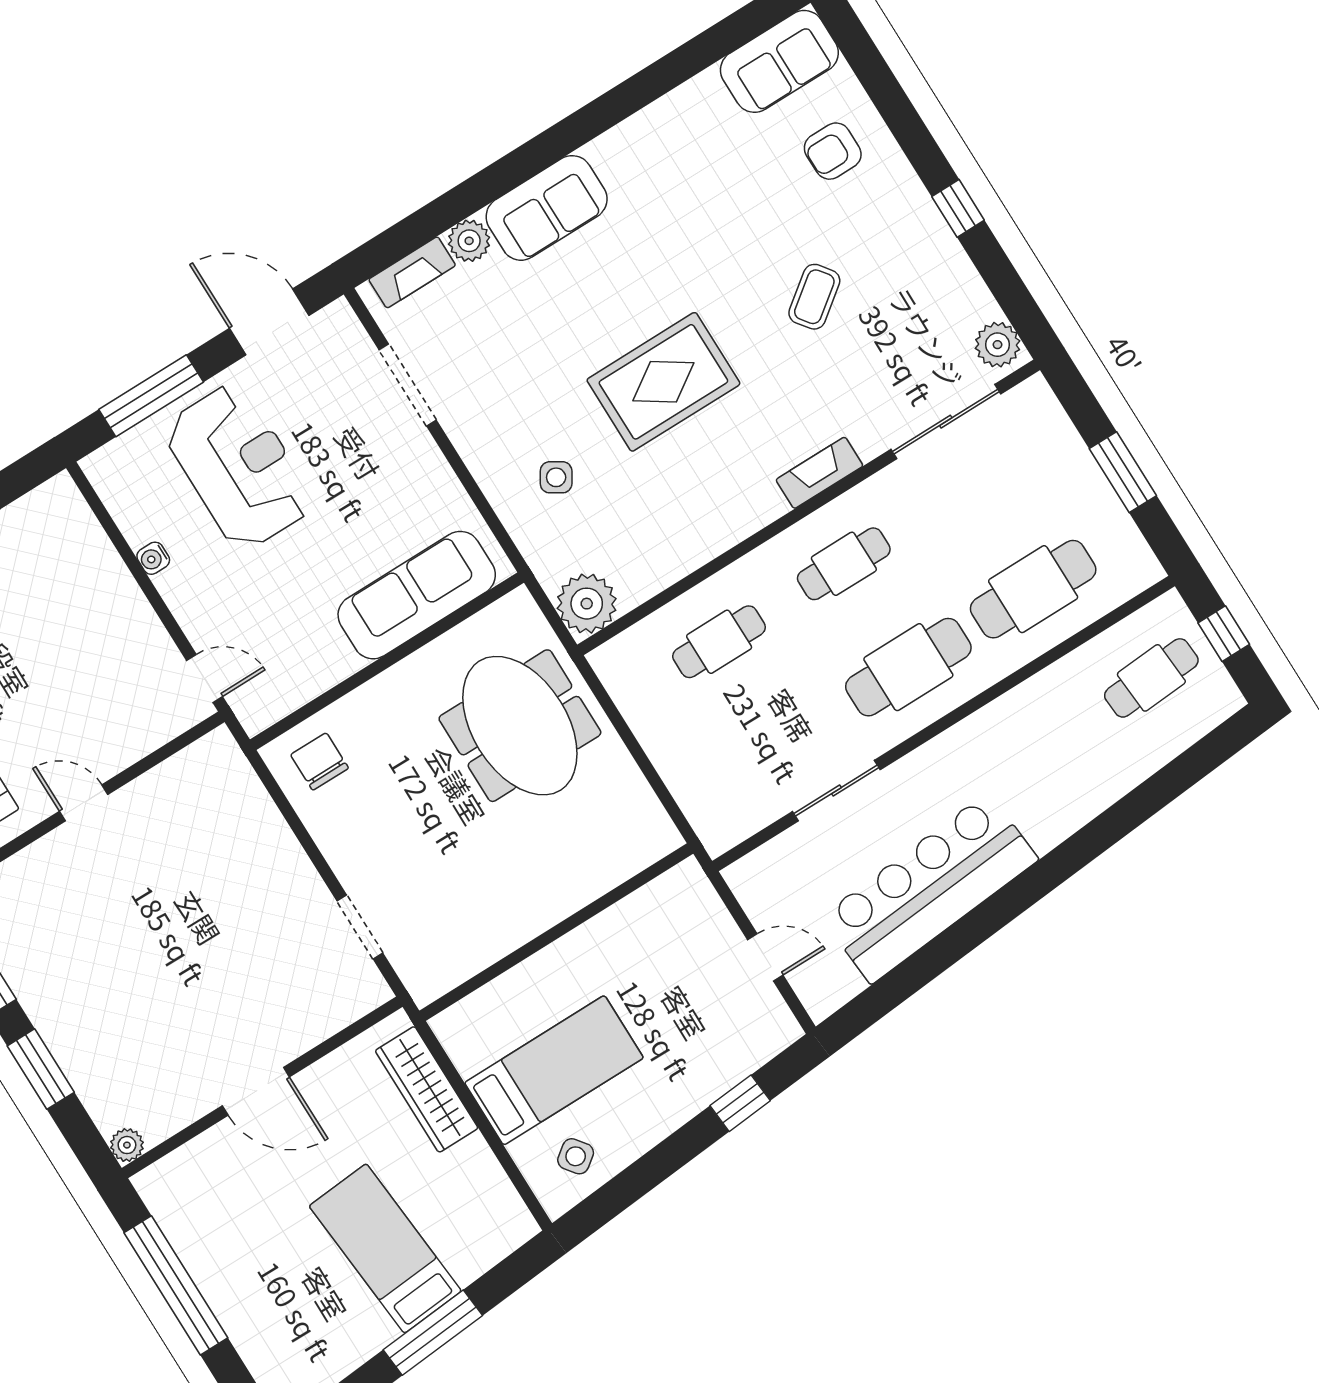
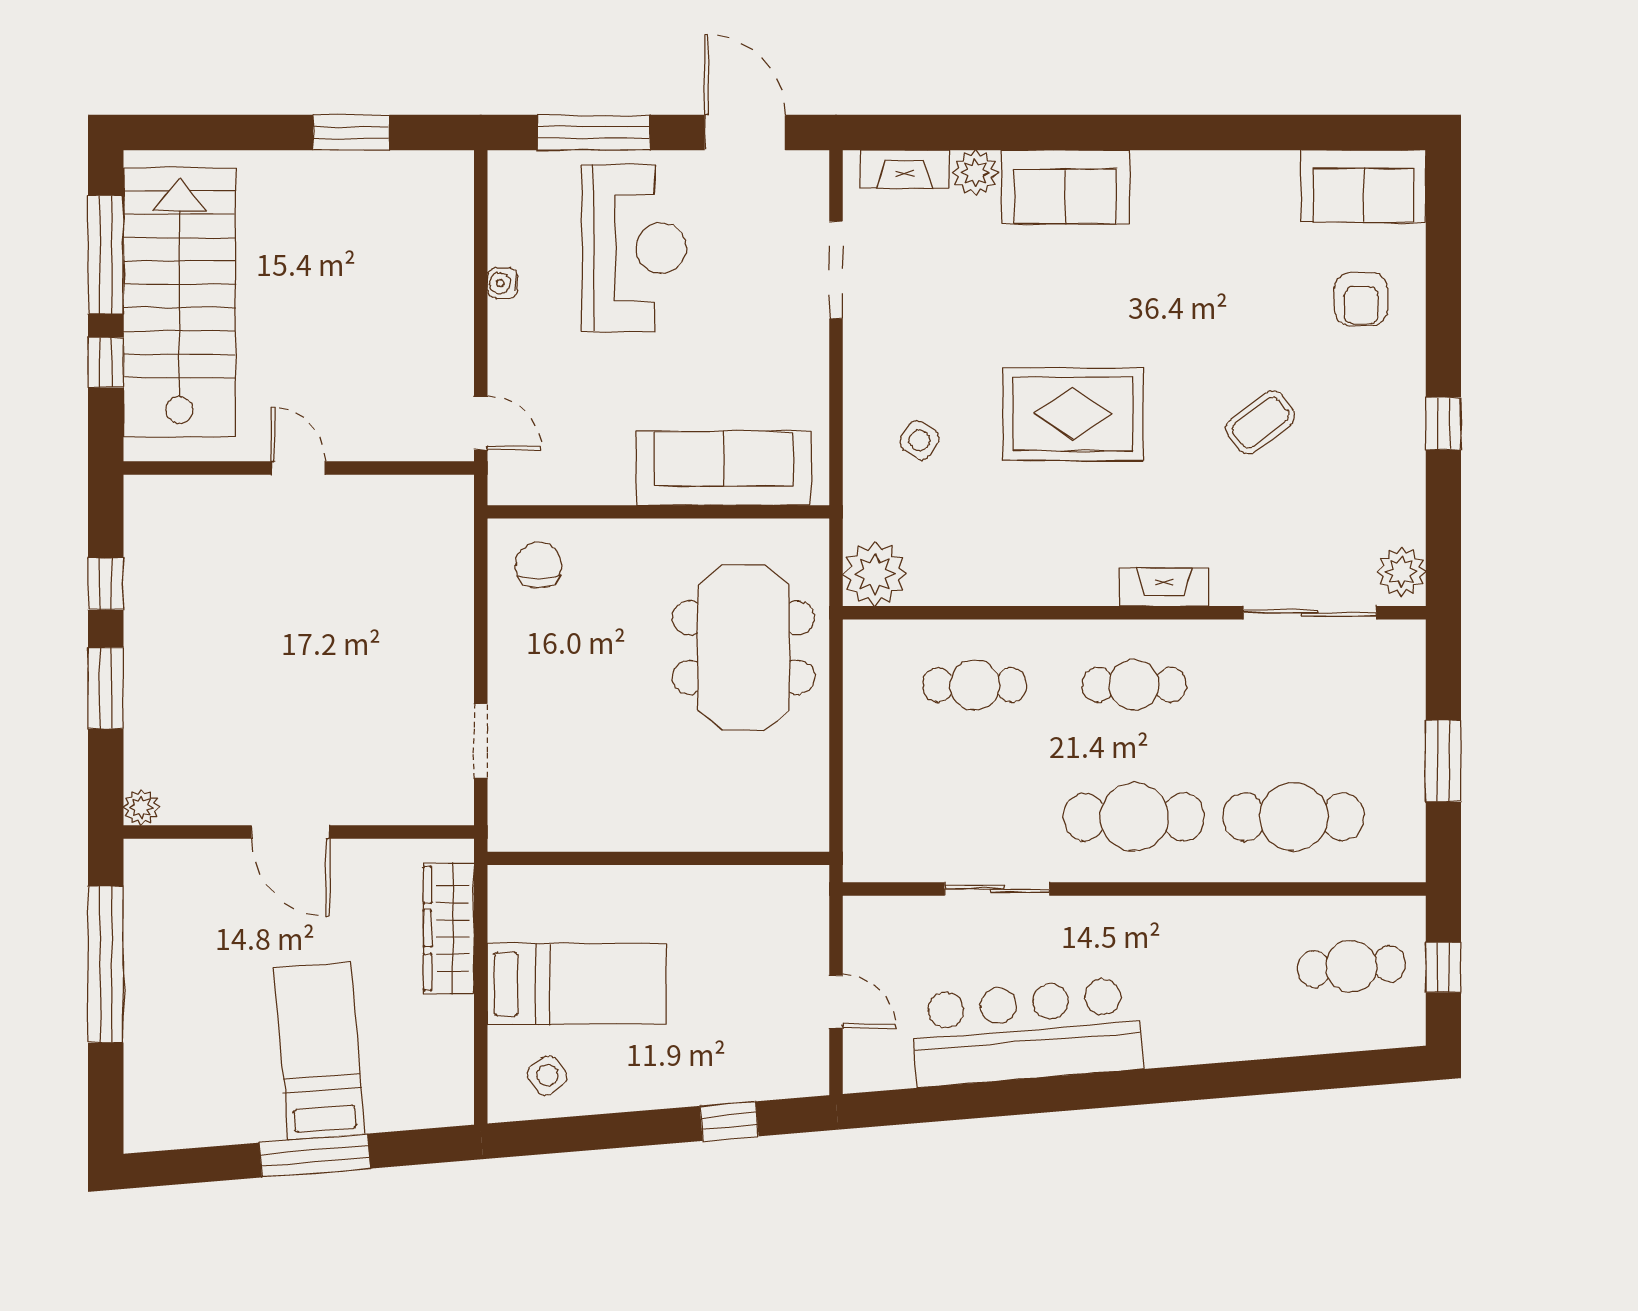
armchair: (833, 151) -> (1361, 299), turned -90

